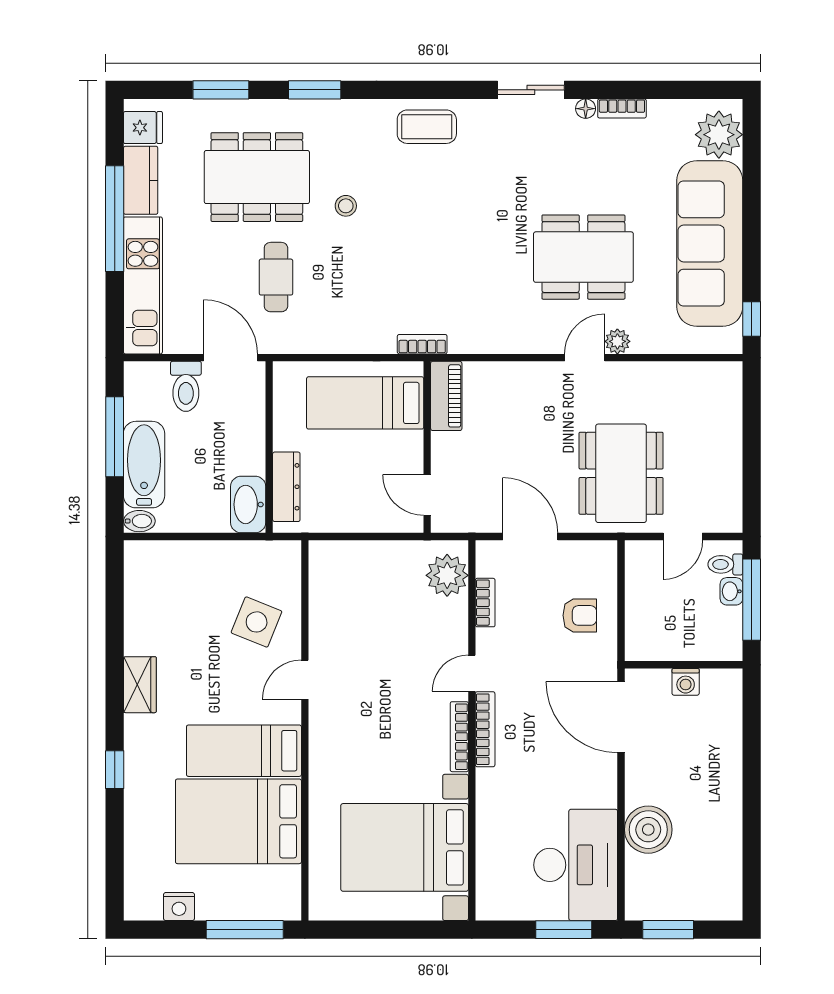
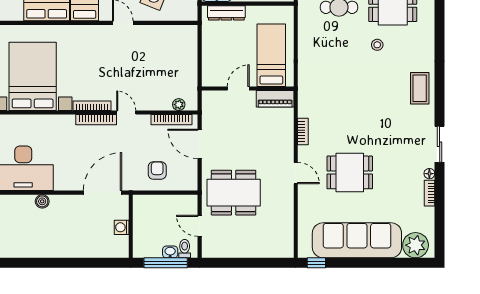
window: (315, 90) -> (440, 28), removed
dining table: (583, 257) -> (350, 172), width x0.73
plant: (617, 341) -> (304, 191), removed
bookcase: (422, 344) -> (303, 131), moved
door: (427, 495) -> (238, 89), moved
door: (530, 537) -> (200, 144), swing flipped
plant: (447, 575) -> (179, 105), width x0.53, depth x0.53
bookcase: (485, 603) -> (171, 120), width x1.56
armchair: (580, 615) -> (157, 170), turned 180
boiler: (648, 830) -> (42, 201), width x0.54, depth x0.54

